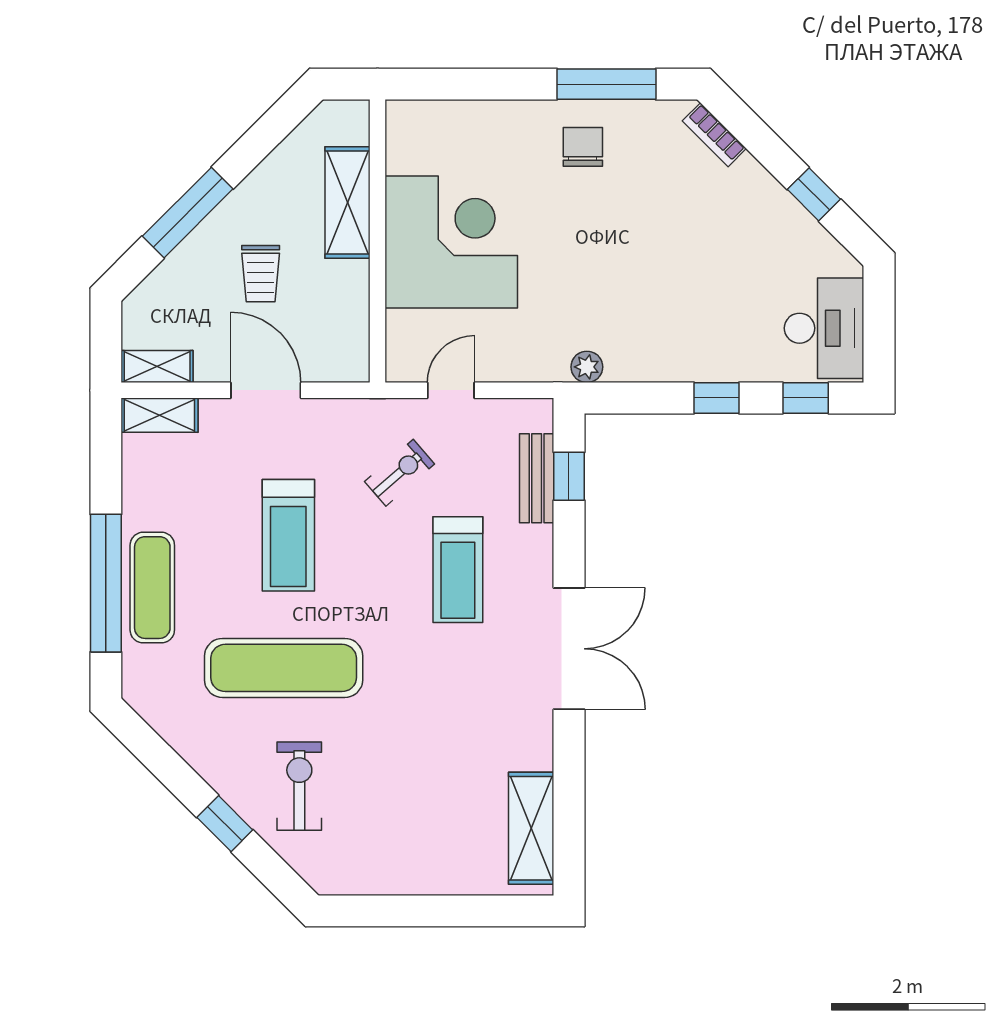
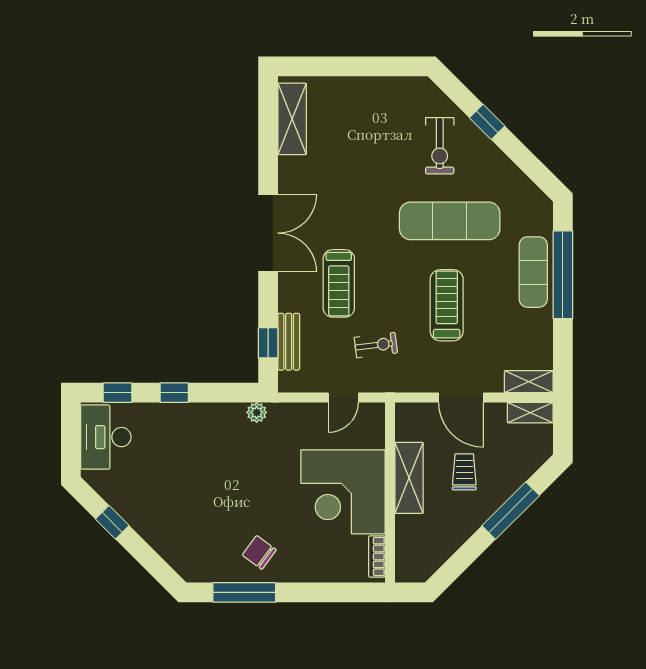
bookcase: (714, 135) -> (377, 556), moved, turned -135
chair: (583, 147) -> (259, 552), turned 126
shelving: (348, 203) -> (409, 478), moved
exercise bike: (400, 473) -> (376, 345), turned -146
treadmill: (458, 570) -> (339, 283), turned 180
double door: (569, 649) -> (268, 233), swing flipped

